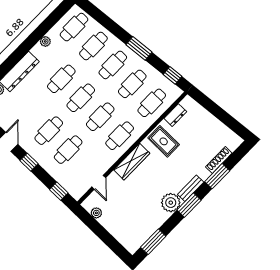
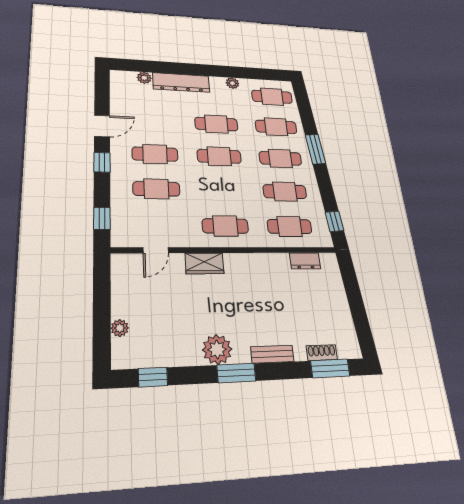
window: (139, 48) -> (315, 149), moved
cafe table: (100, 117) -> (222, 190), removed
rug: (164, 141) -> (269, 275), removed
shoe rack: (219, 160) -> (322, 353), width x0.70
wardrobe: (132, 162) -> (204, 263), width x0.67
window: (217, 176) -> (330, 368), moved
bench: (191, 188) -> (272, 354), moved
plant: (96, 213) -> (120, 328), moved
window: (153, 242) -> (153, 377), width x0.67

